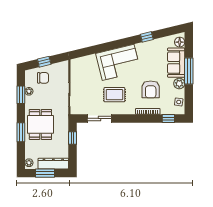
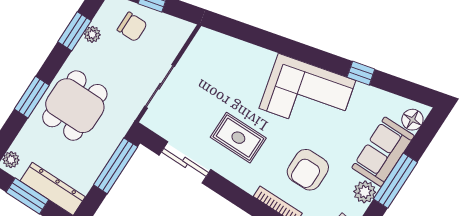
corner sofa: (118, 62) -> (307, 94), moved
window: (72, 138) -> (116, 166), width x2.17

